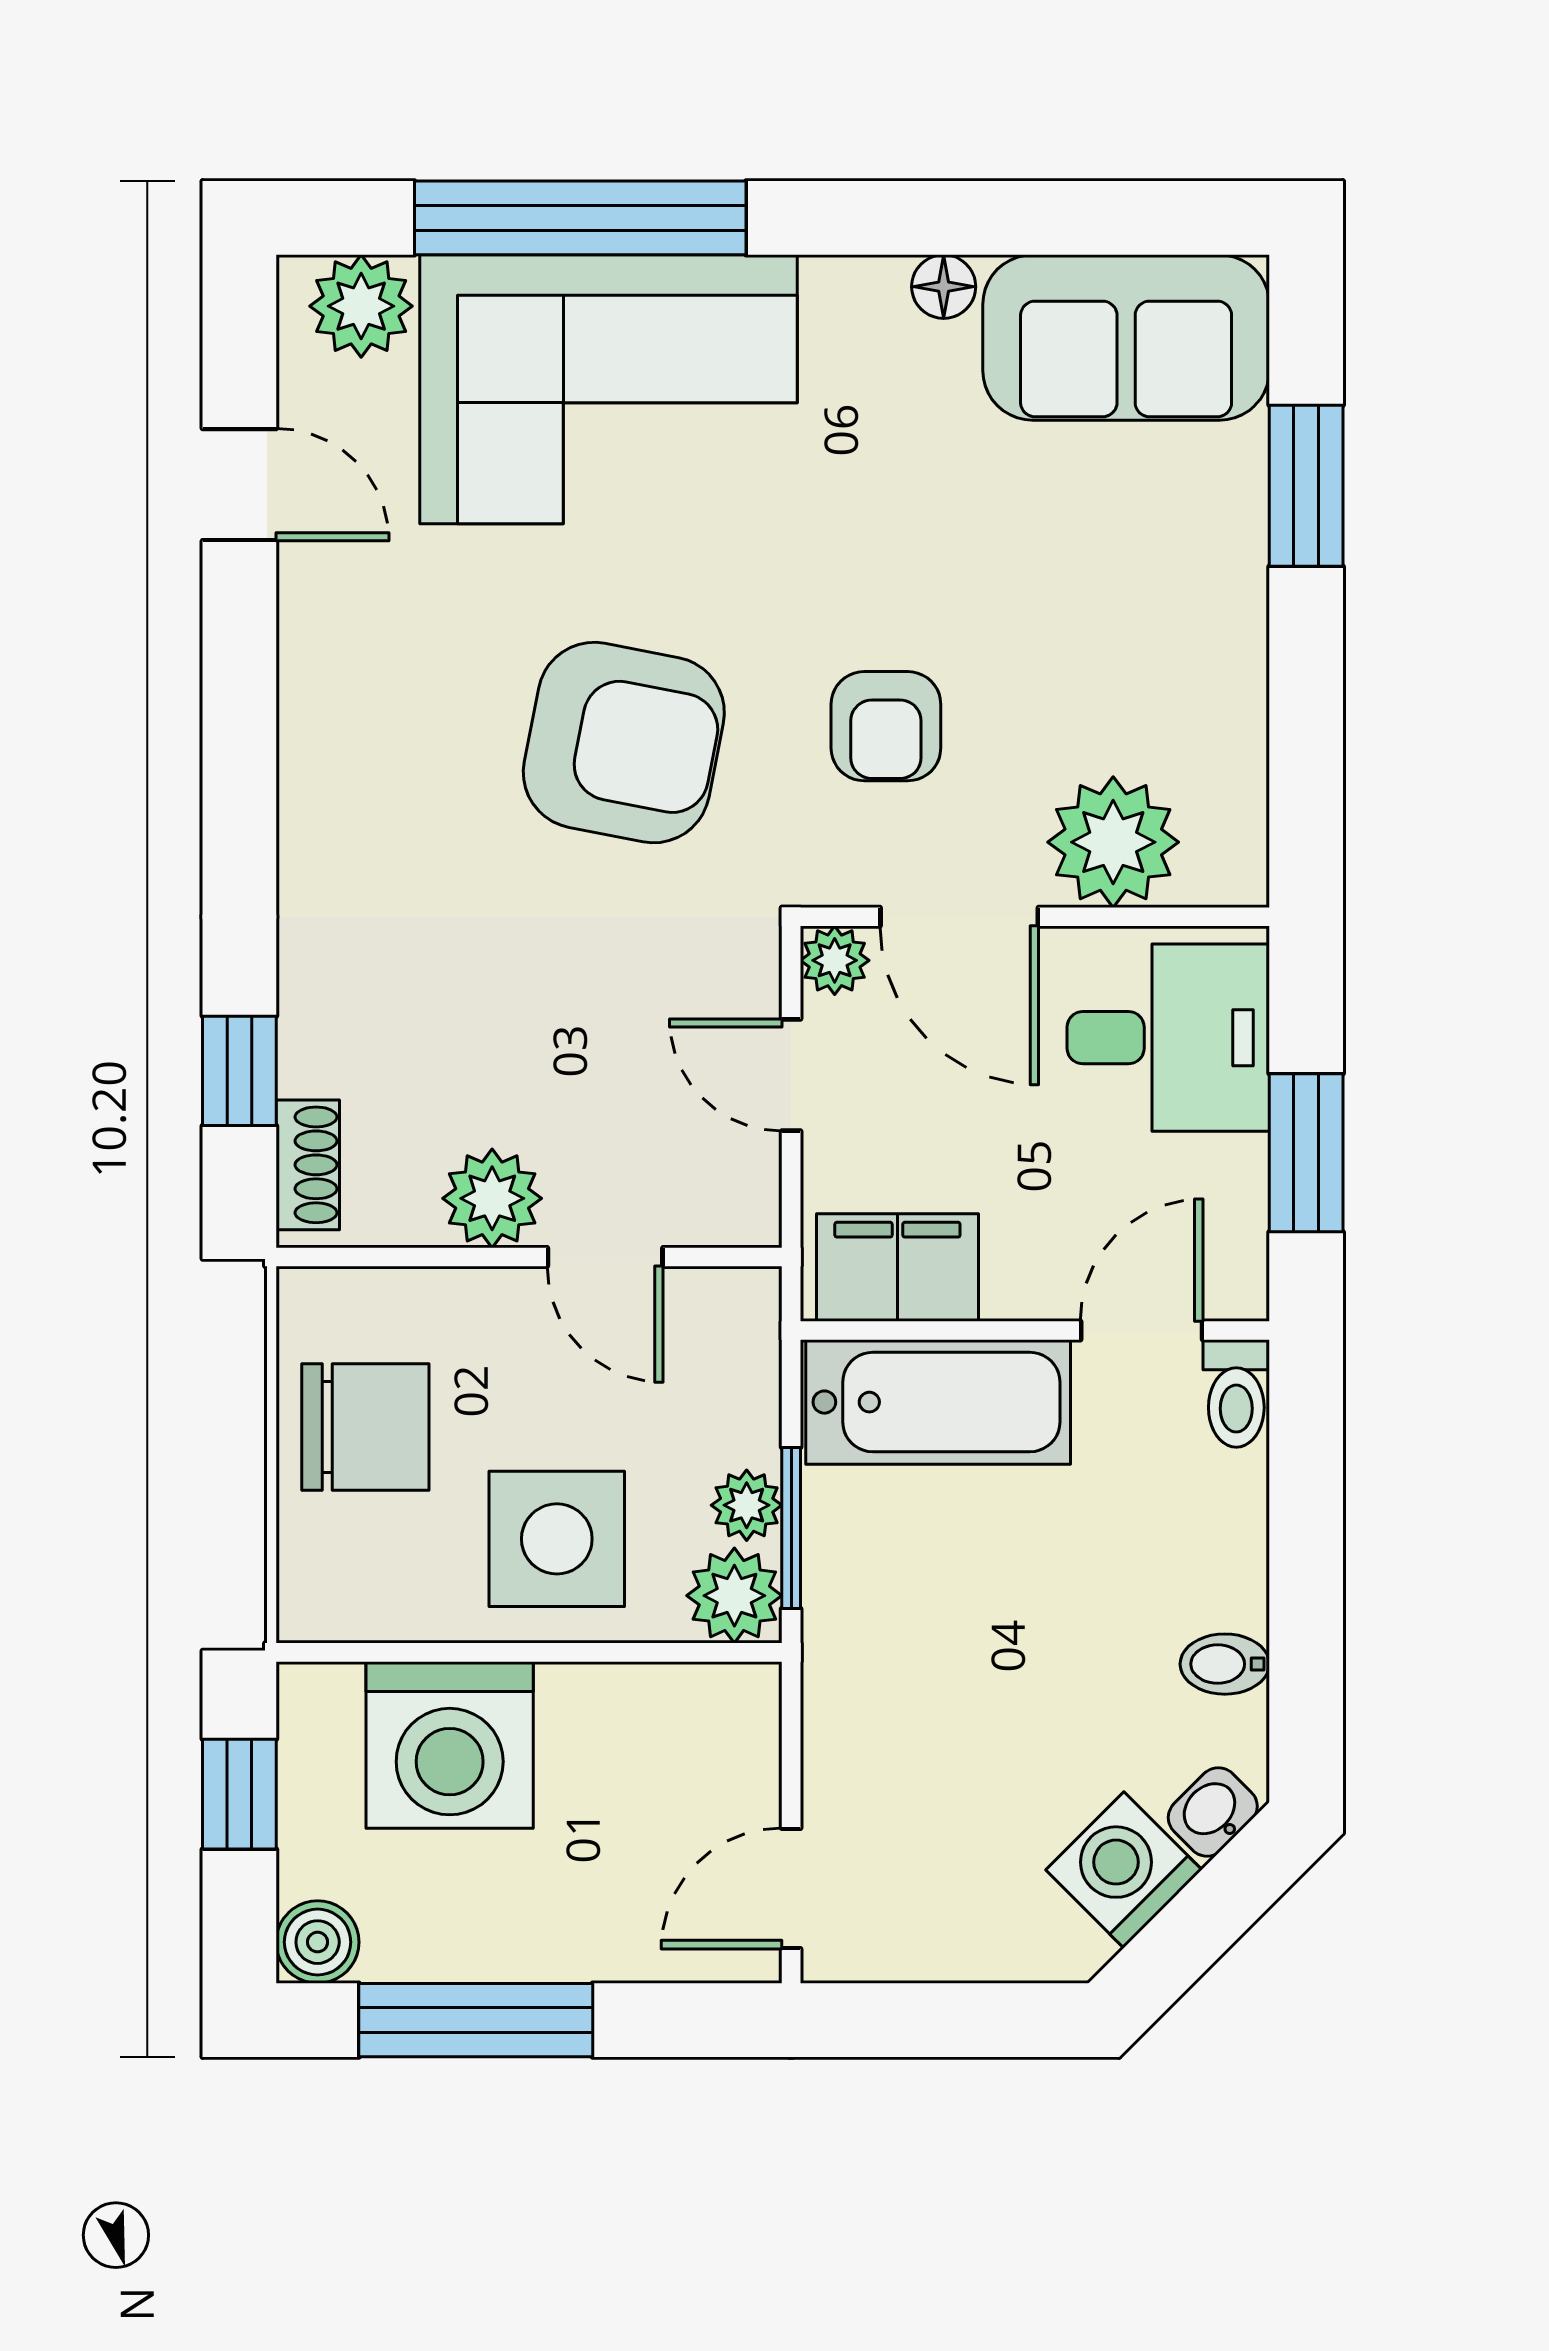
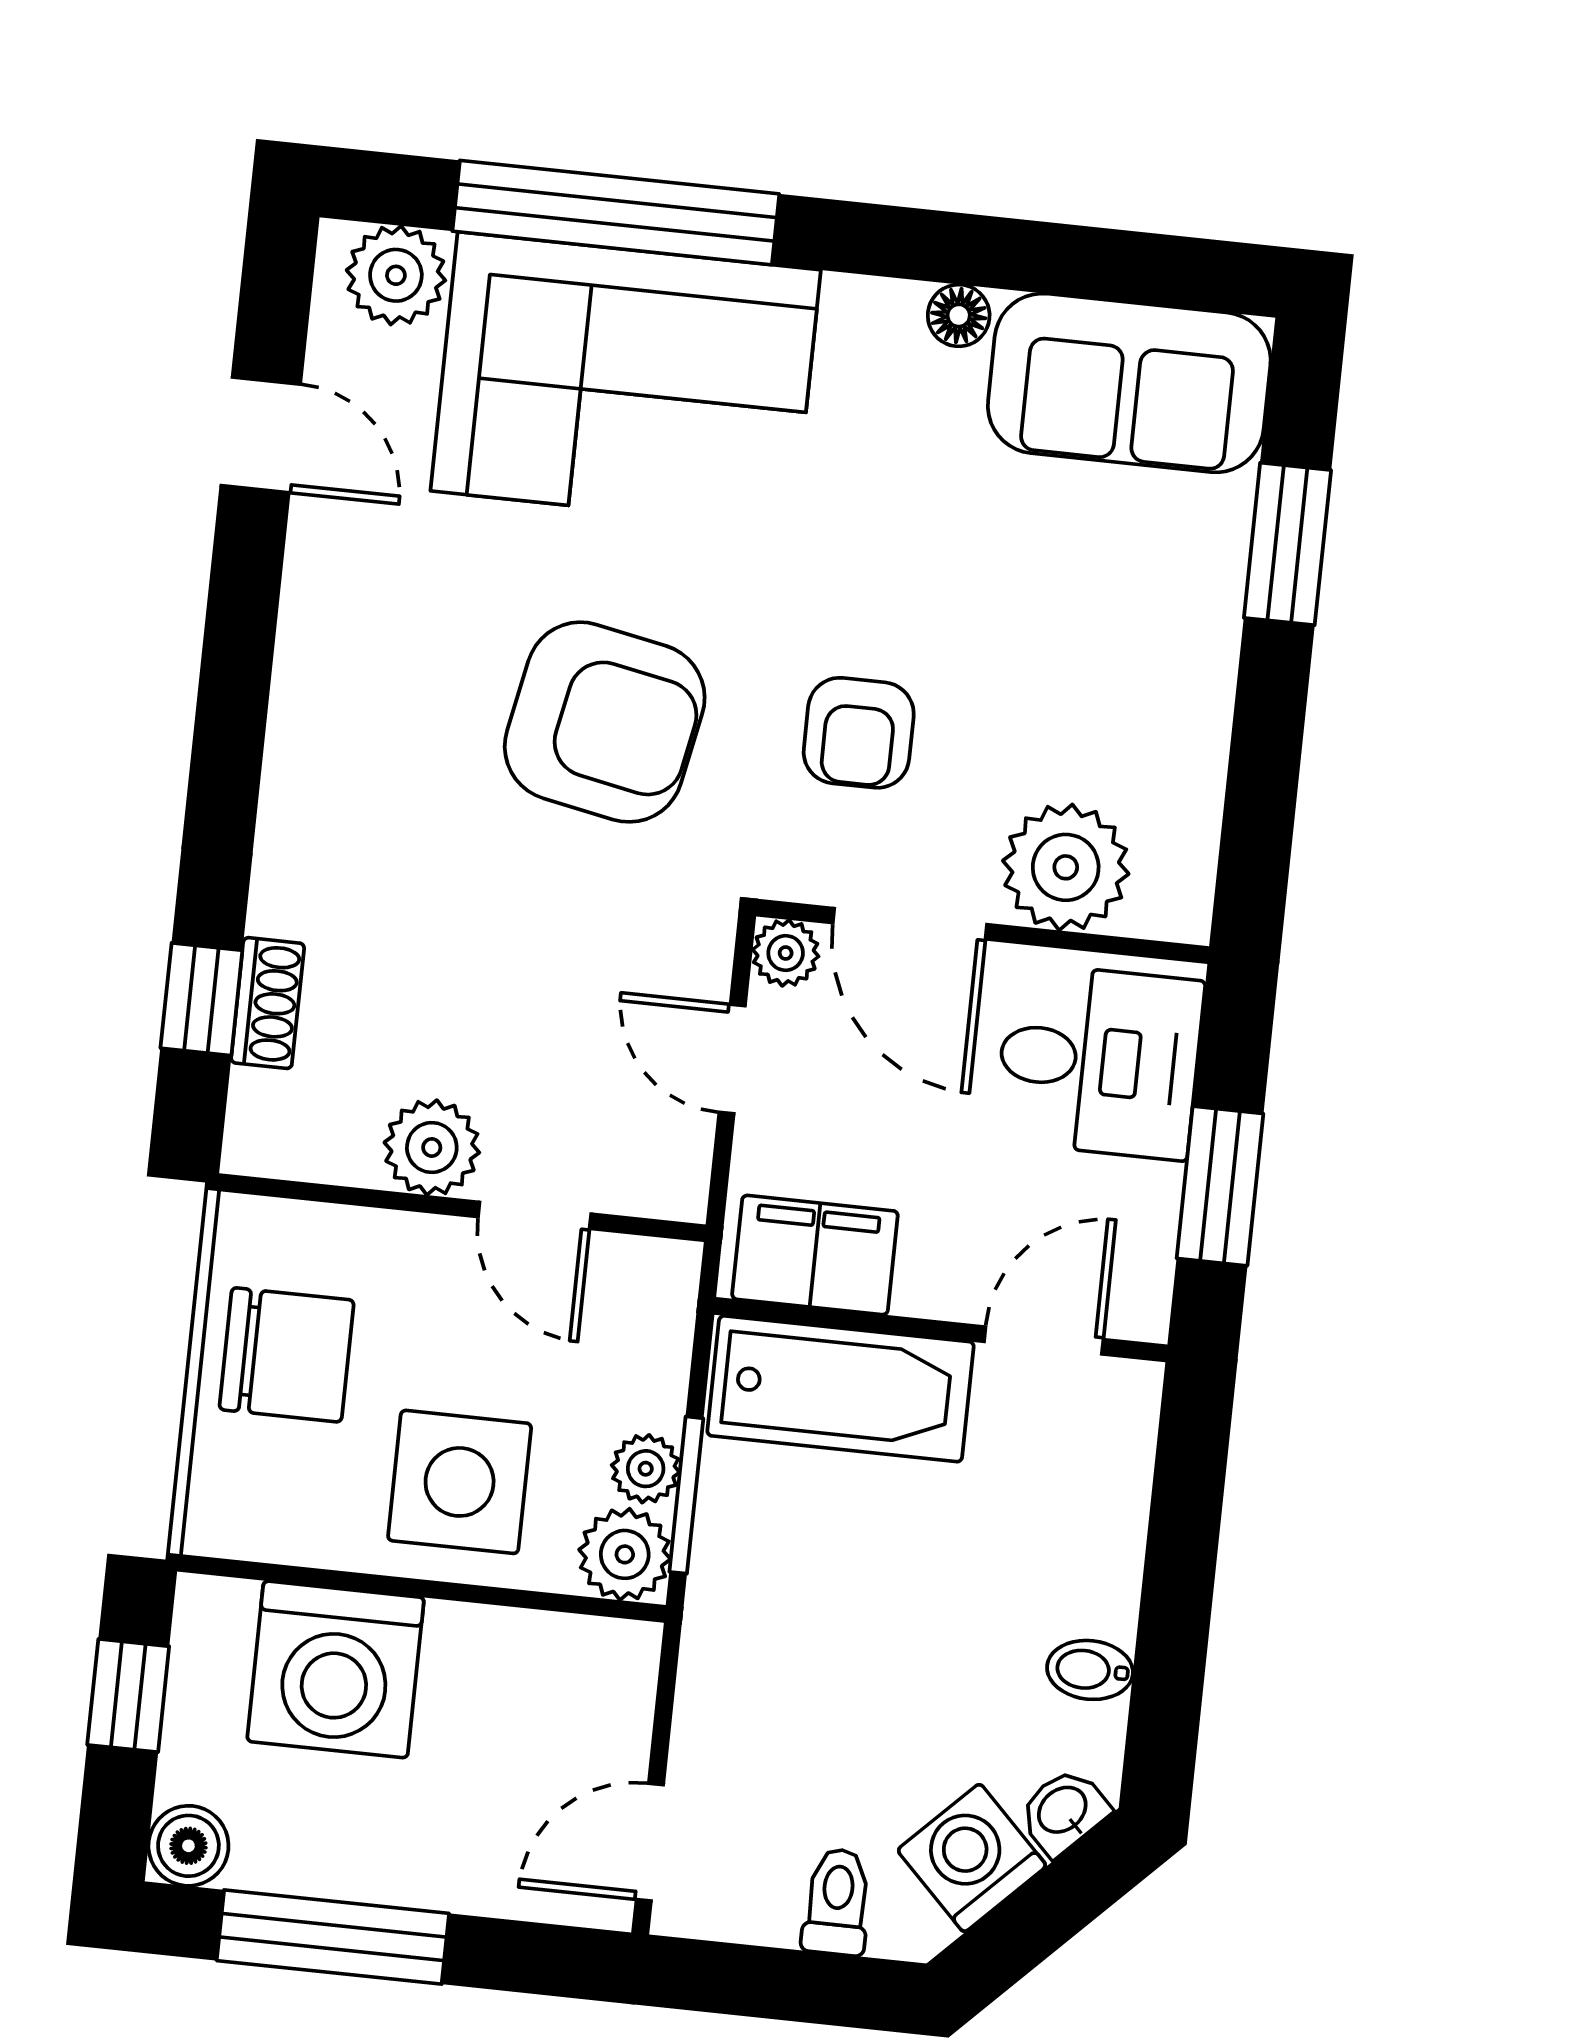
shoe rack: (308, 1165) -> (268, 1003), moved
toilet: (1236, 1394) -> (837, 1902), moved, turned 180

